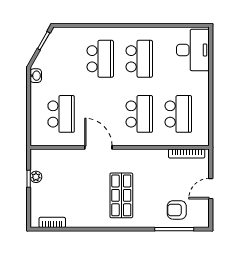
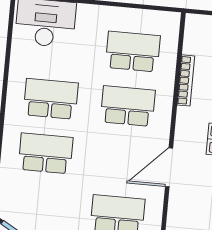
bookcase: (187, 154) -> (186, 80), moved

